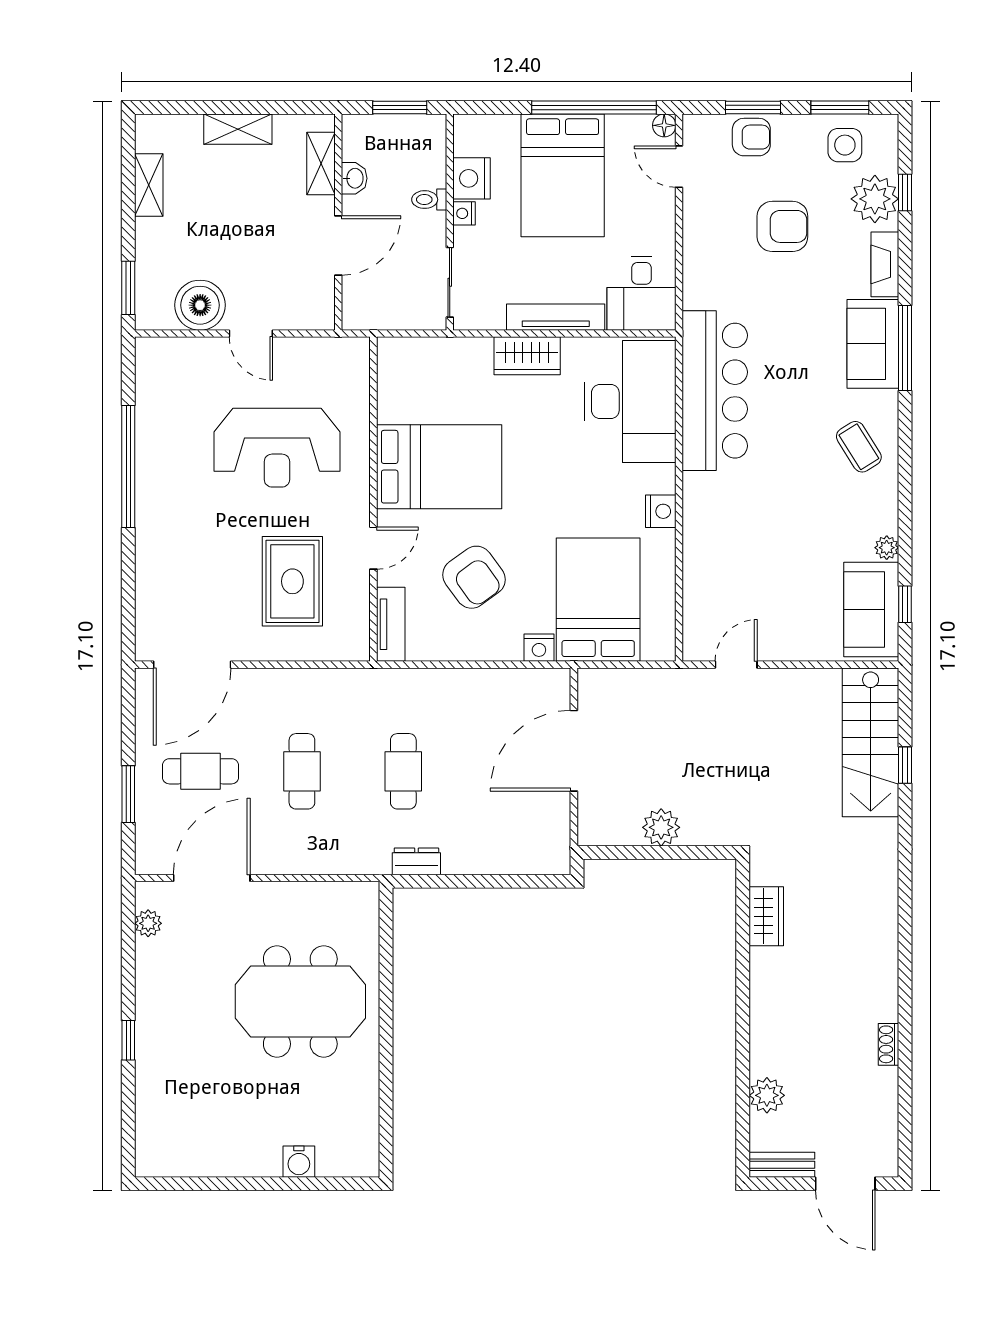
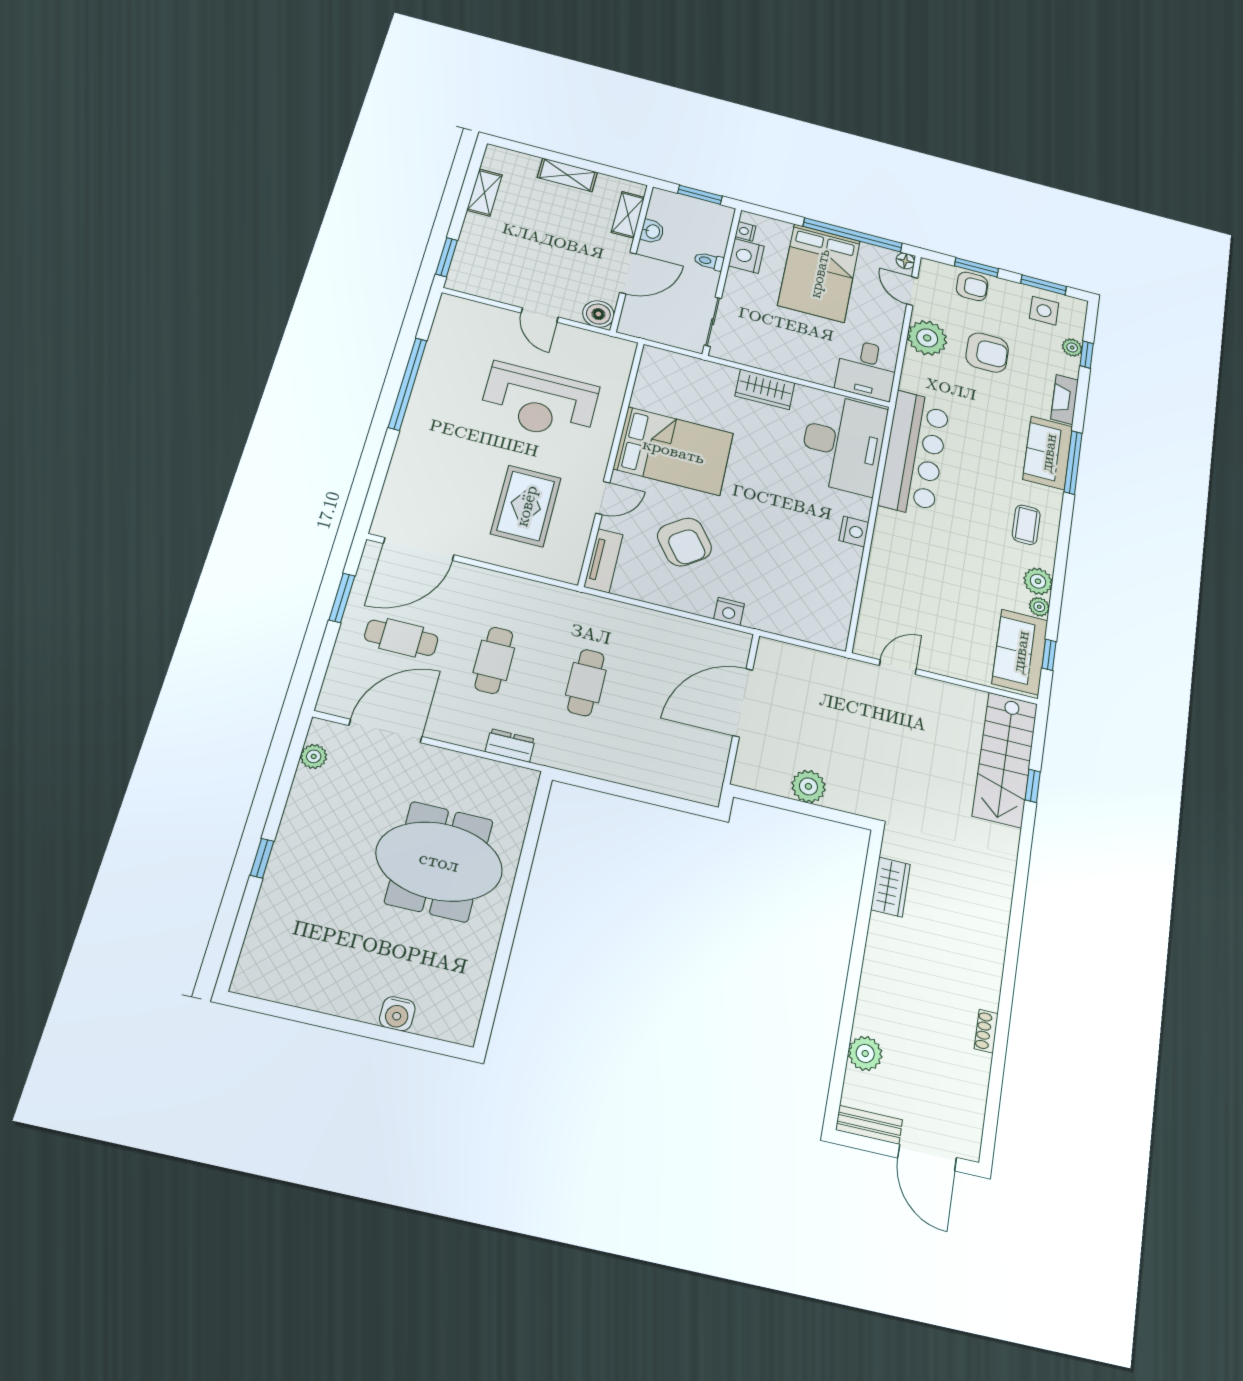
plant: (875, 199) -> (1072, 348), width x0.53, depth x0.53
nightstand: (464, 213) -> (745, 231), moved
plant: (707, 228) -> (927, 338), added
boiler: (200, 305) -> (598, 314), moved, width x0.73, depth x0.73
tv unit: (556, 317) -> (794, 368), removed
coffee table: (859, 447) -> (1026, 525), turned 32
plant: (881, 516) -> (1038, 581), added
bed: (598, 600) -> (788, 586), removed
window: (128, 794) -> (342, 598), moved
dresser: (416, 861) -> (510, 745), moved

